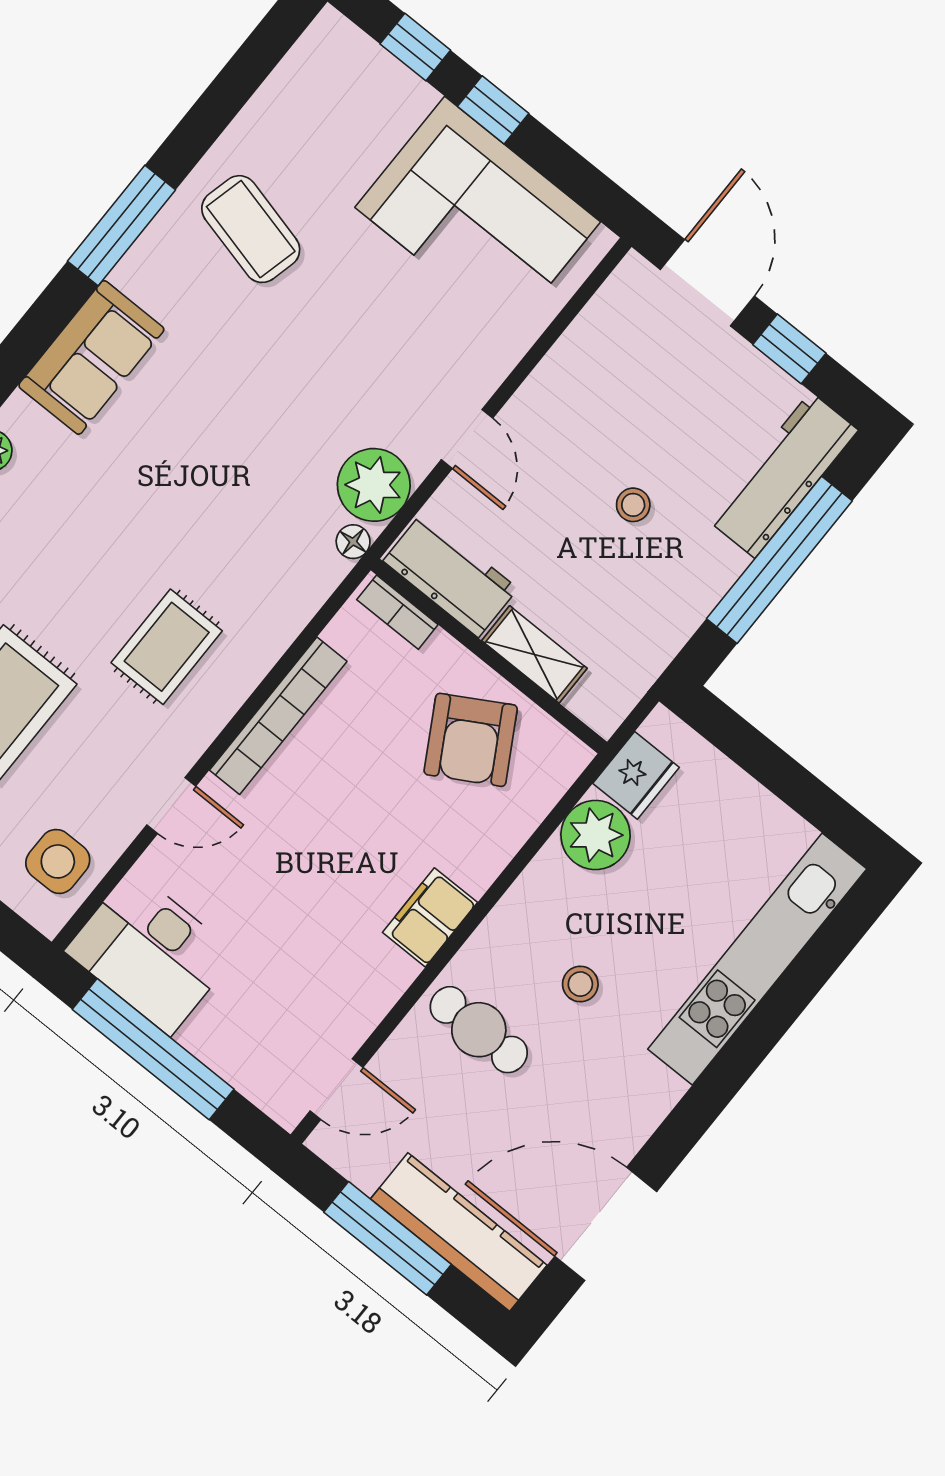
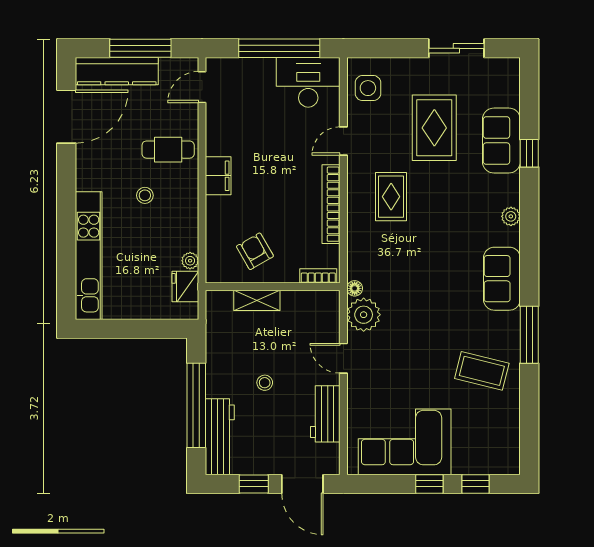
workbench: (451, 575) -> (325, 414), moved, turned 90
armchair: (471, 740) -> (255, 251), width x0.72, depth x0.72
plant: (595, 835) -> (190, 261), width x0.53, depth x0.53

